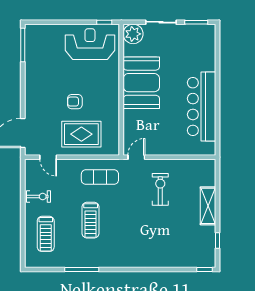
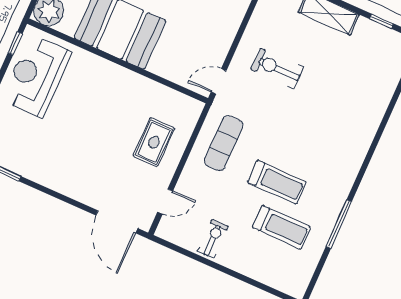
armchair: (75, 102) -> (106, 131), removed
rug: (81, 134) -> (154, 142), width x0.73, depth x0.70
door: (136, 157) -> (219, 81), hinge flipped
treadmill: (46, 234) -> (281, 227), moved

